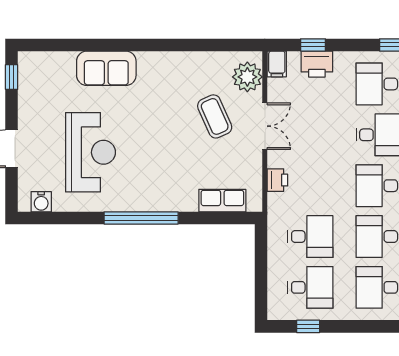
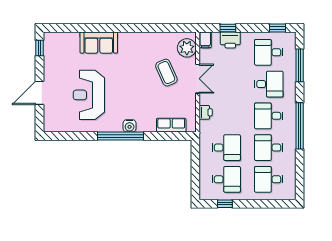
reception desk: (90, 152) -> (89, 95), turned 180
water cooler: (41, 202) -> (130, 126), moved

